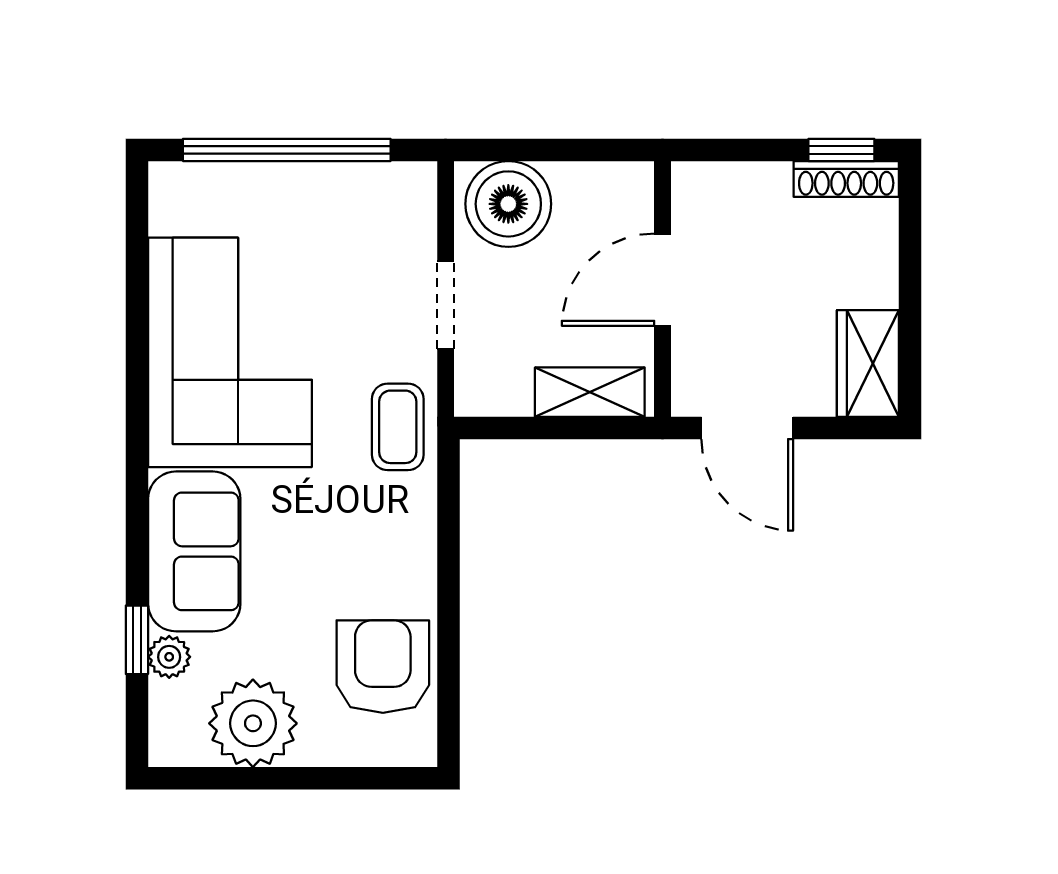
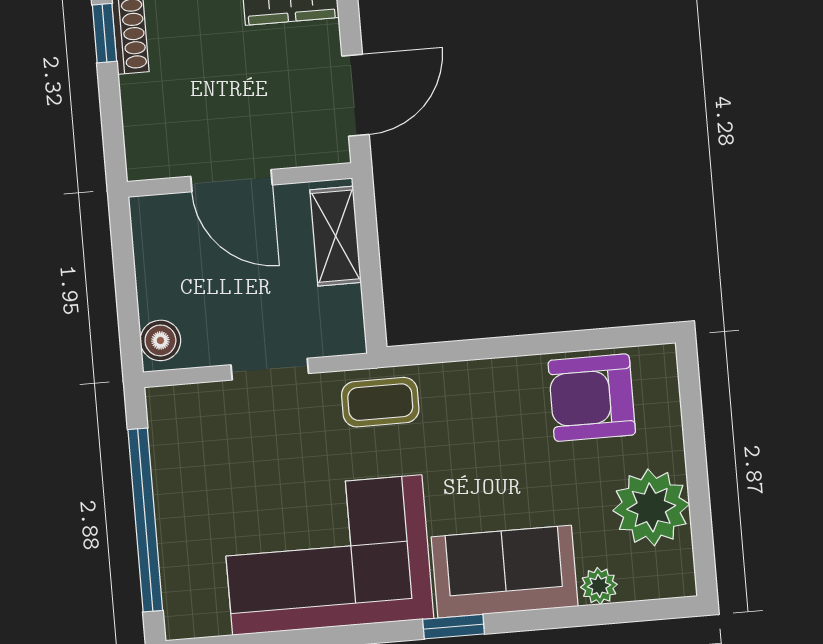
boiler: (508, 204) -> (160, 340), width x0.54, depth x0.54
window: (137, 640) -> (454, 627), moved

